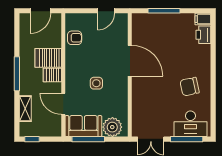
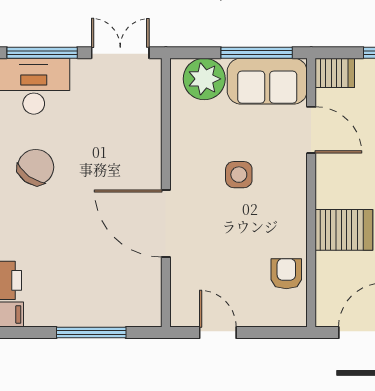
door: (106, 11) -> (218, 333), hinge flipped
armchair: (75, 38) -> (286, 274), turned 90
server rack: (52, 75) -> (335, 73), moved
chair: (190, 87) -> (36, 167), turned -42

